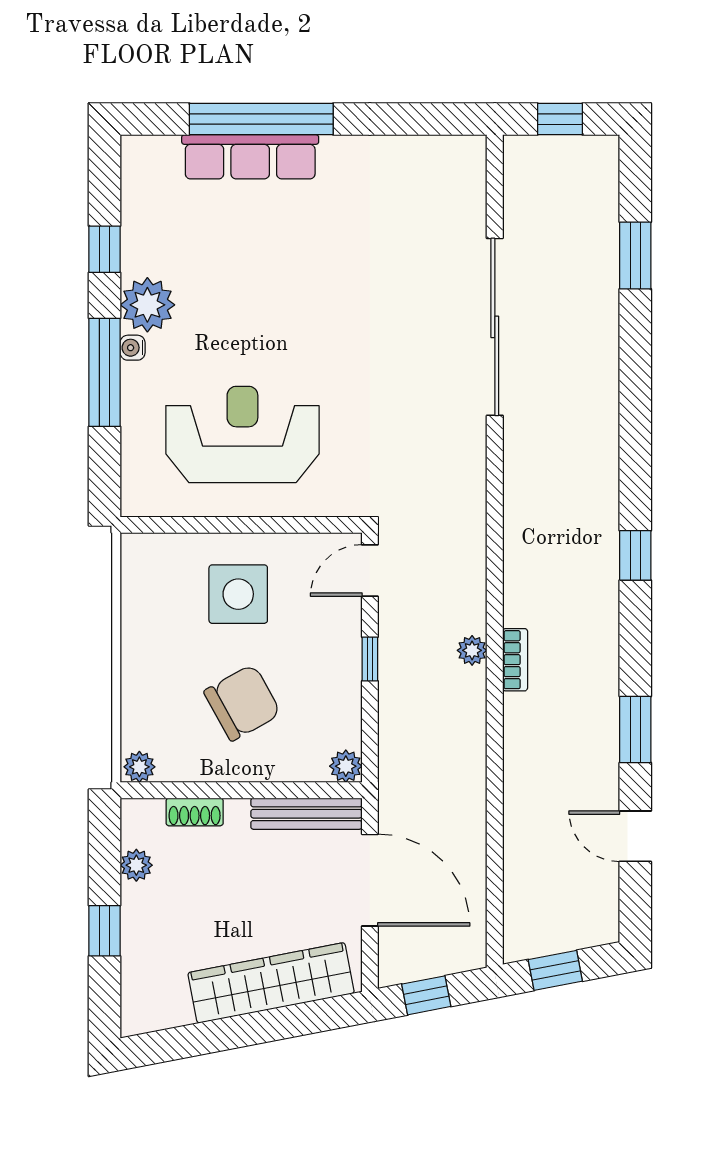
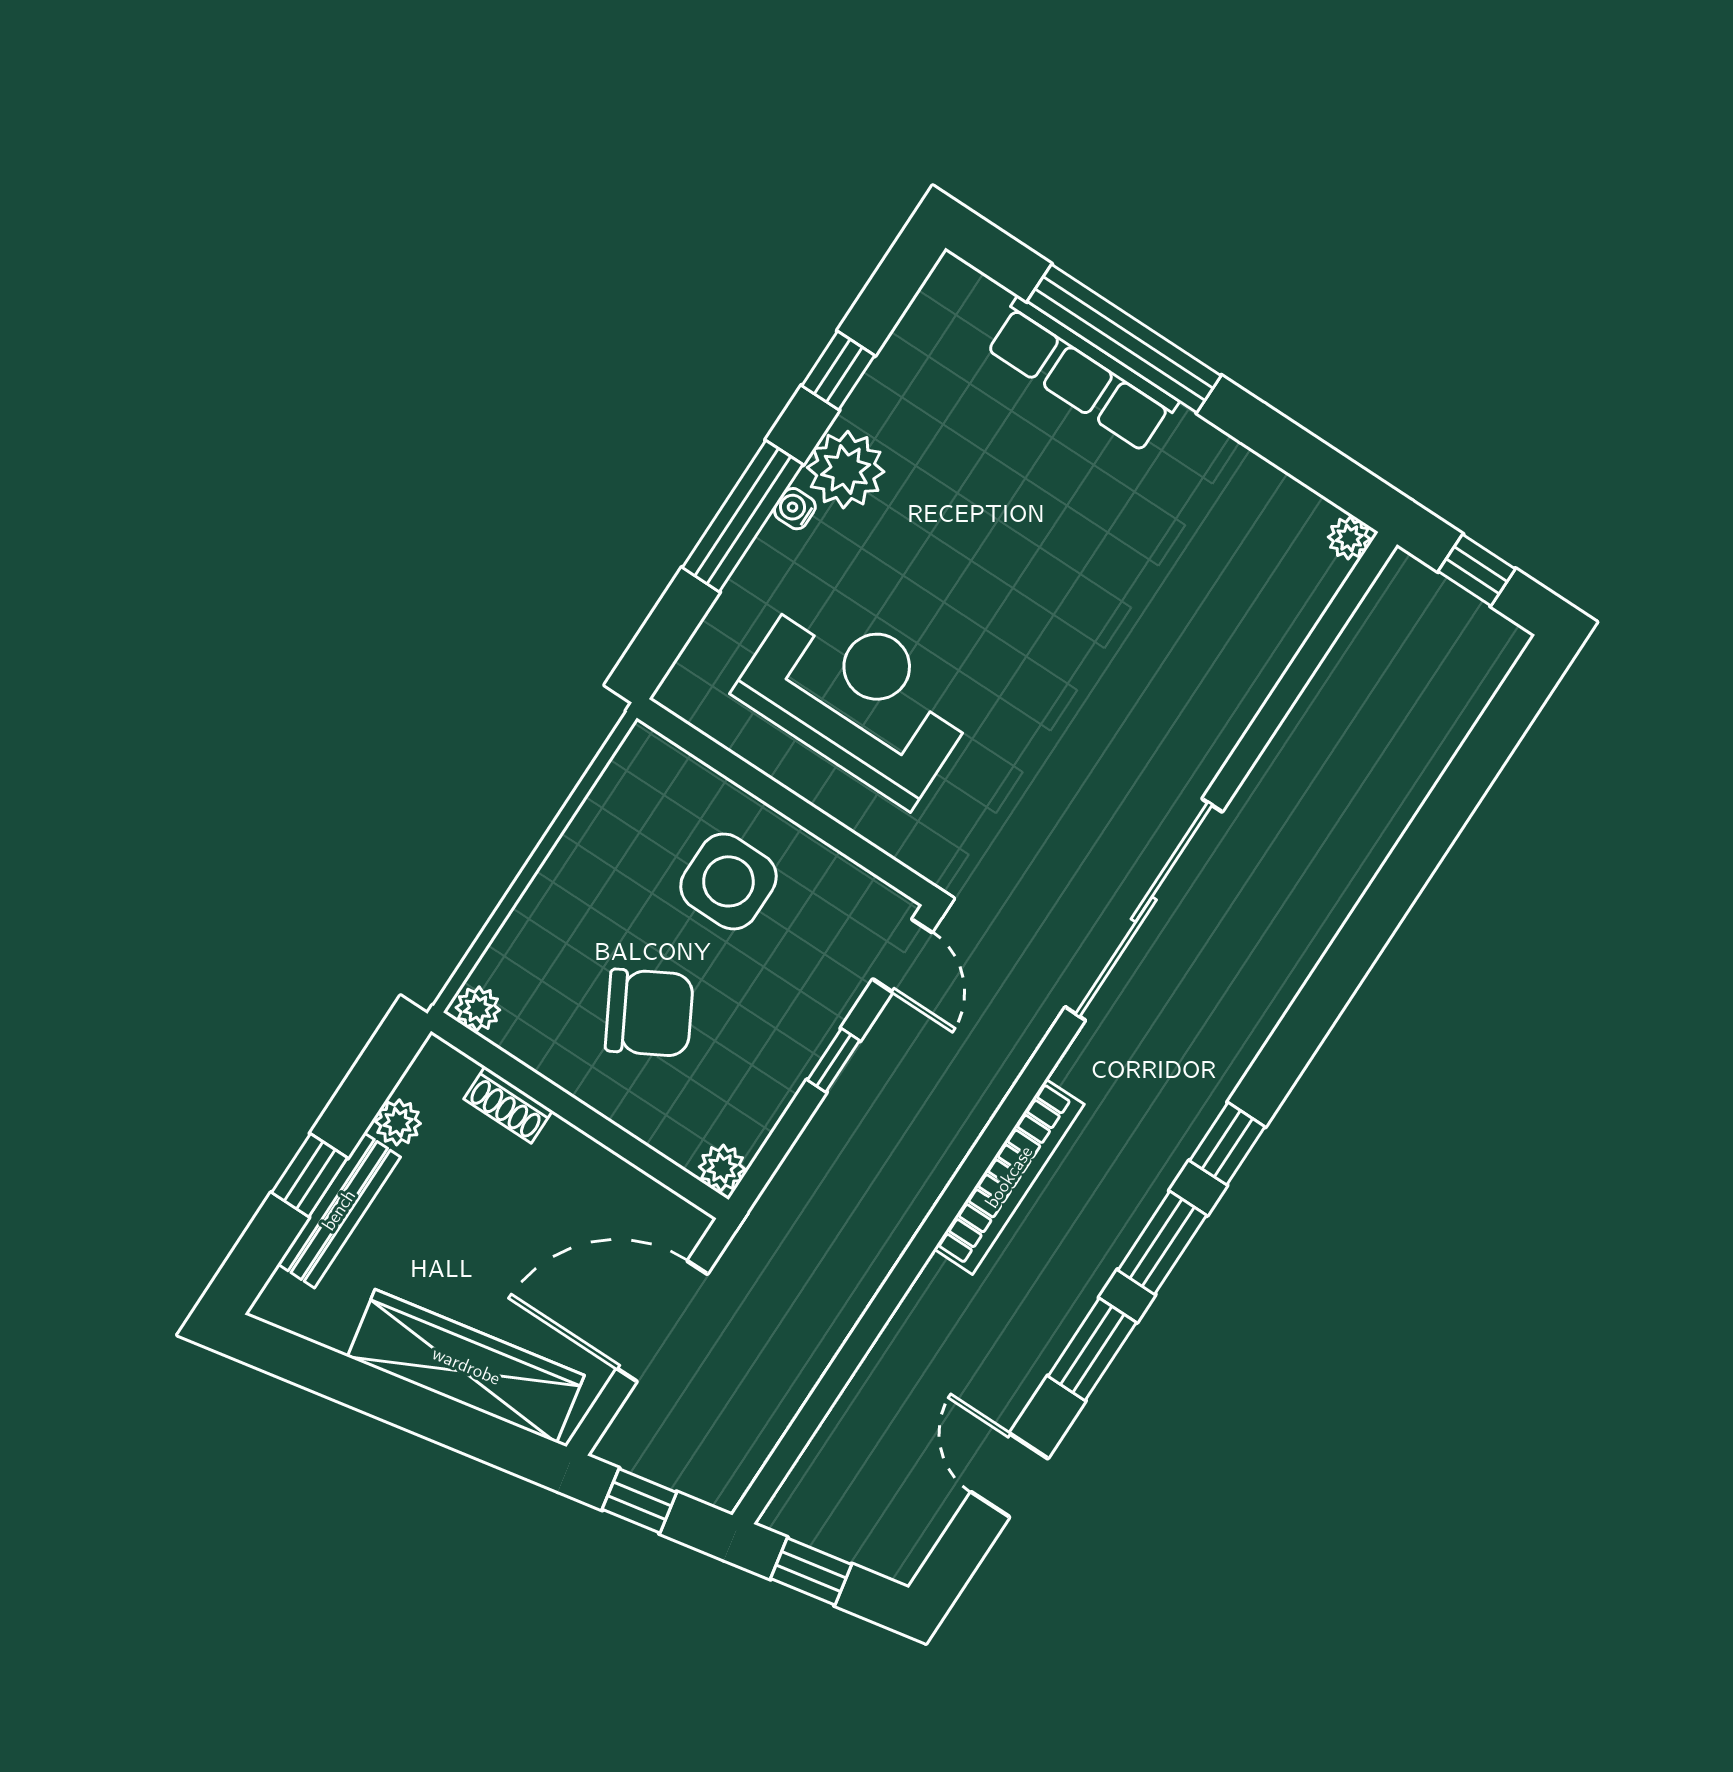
window: (635, 255) -> (1162, 1243), moved
sliding door: (495, 327) -> (1144, 909), moved
door: (370, 570) -> (902, 956), swing flipped
plant: (472, 650) -> (1349, 538), moved
bookcase: (515, 660) -> (1009, 1177), width x2.31, depth x1.31
bench: (306, 814) -> (339, 1210), moved, turned 90
door: (370, 880) -> (662, 1321), swing flipped

